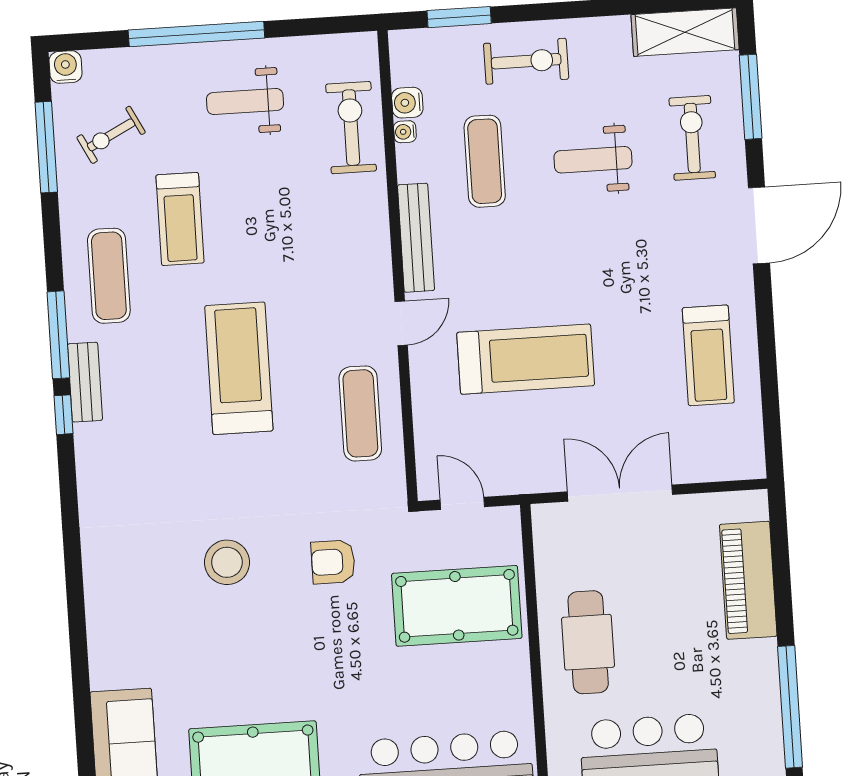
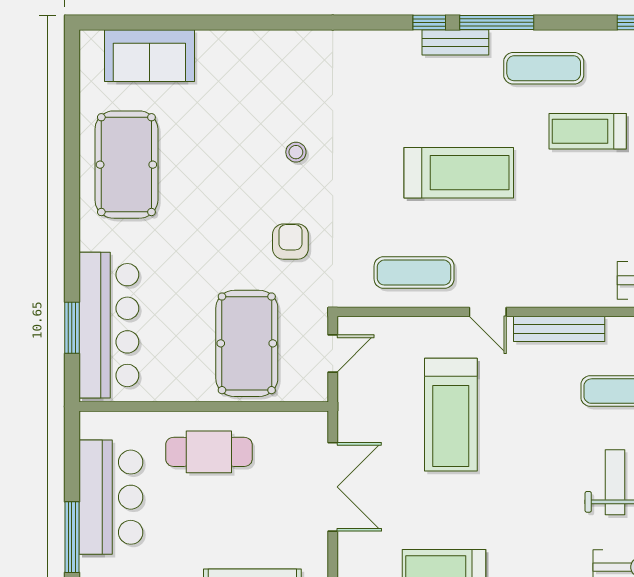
stool: (227, 562) -> (296, 152), width x0.53, depth x0.53

